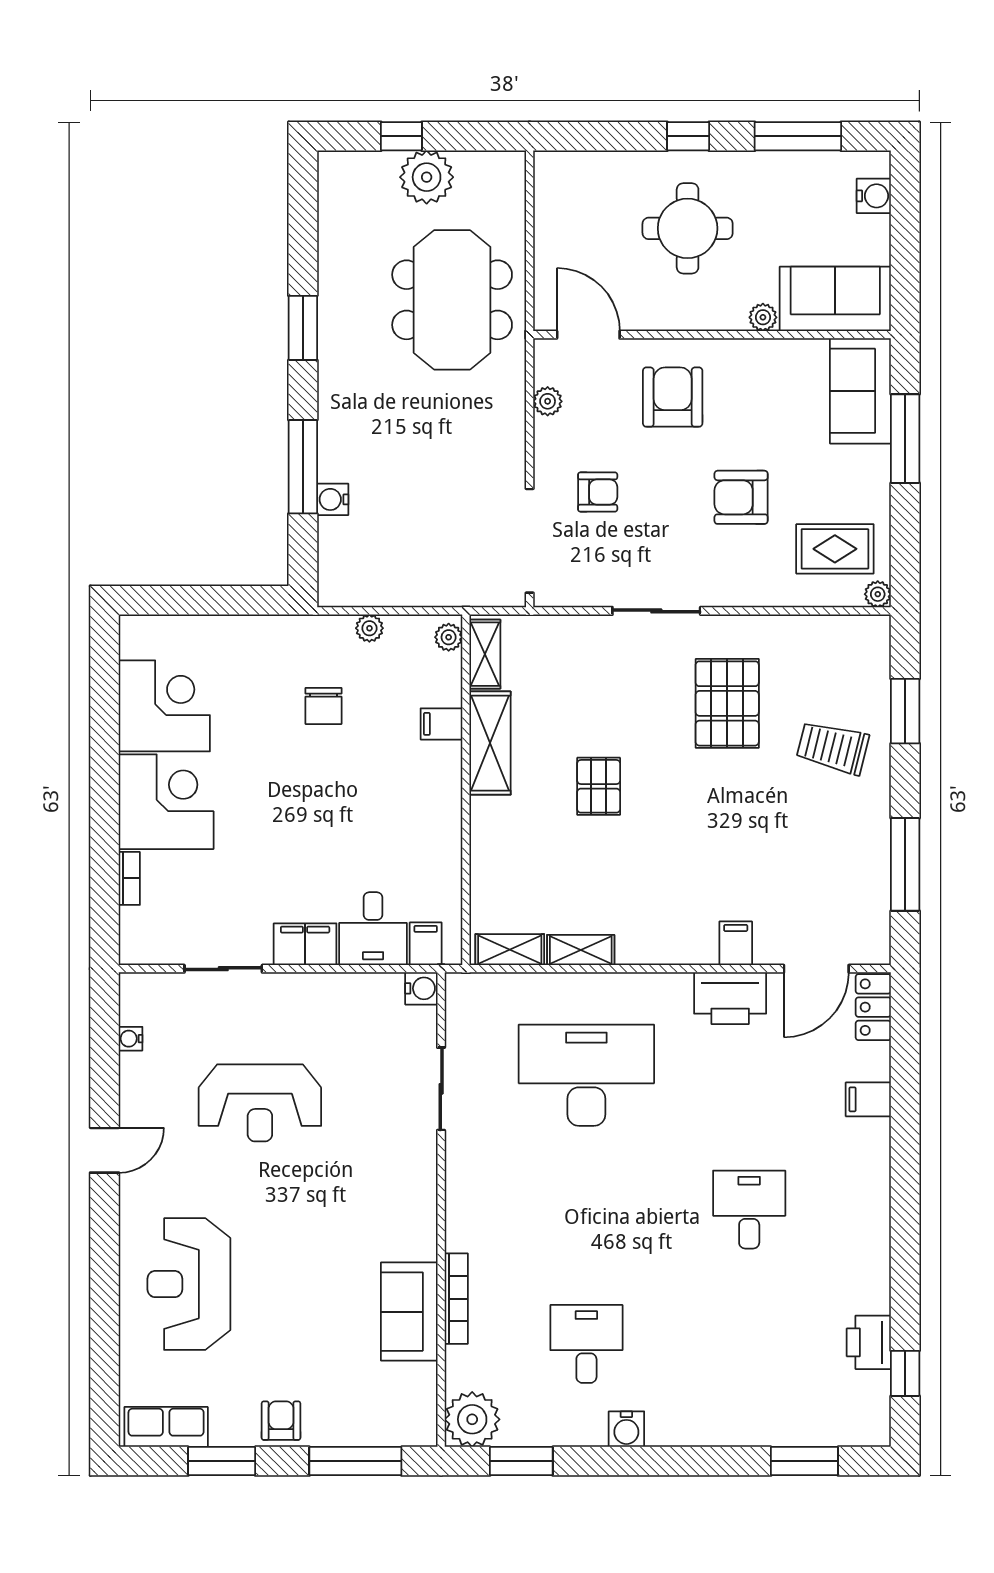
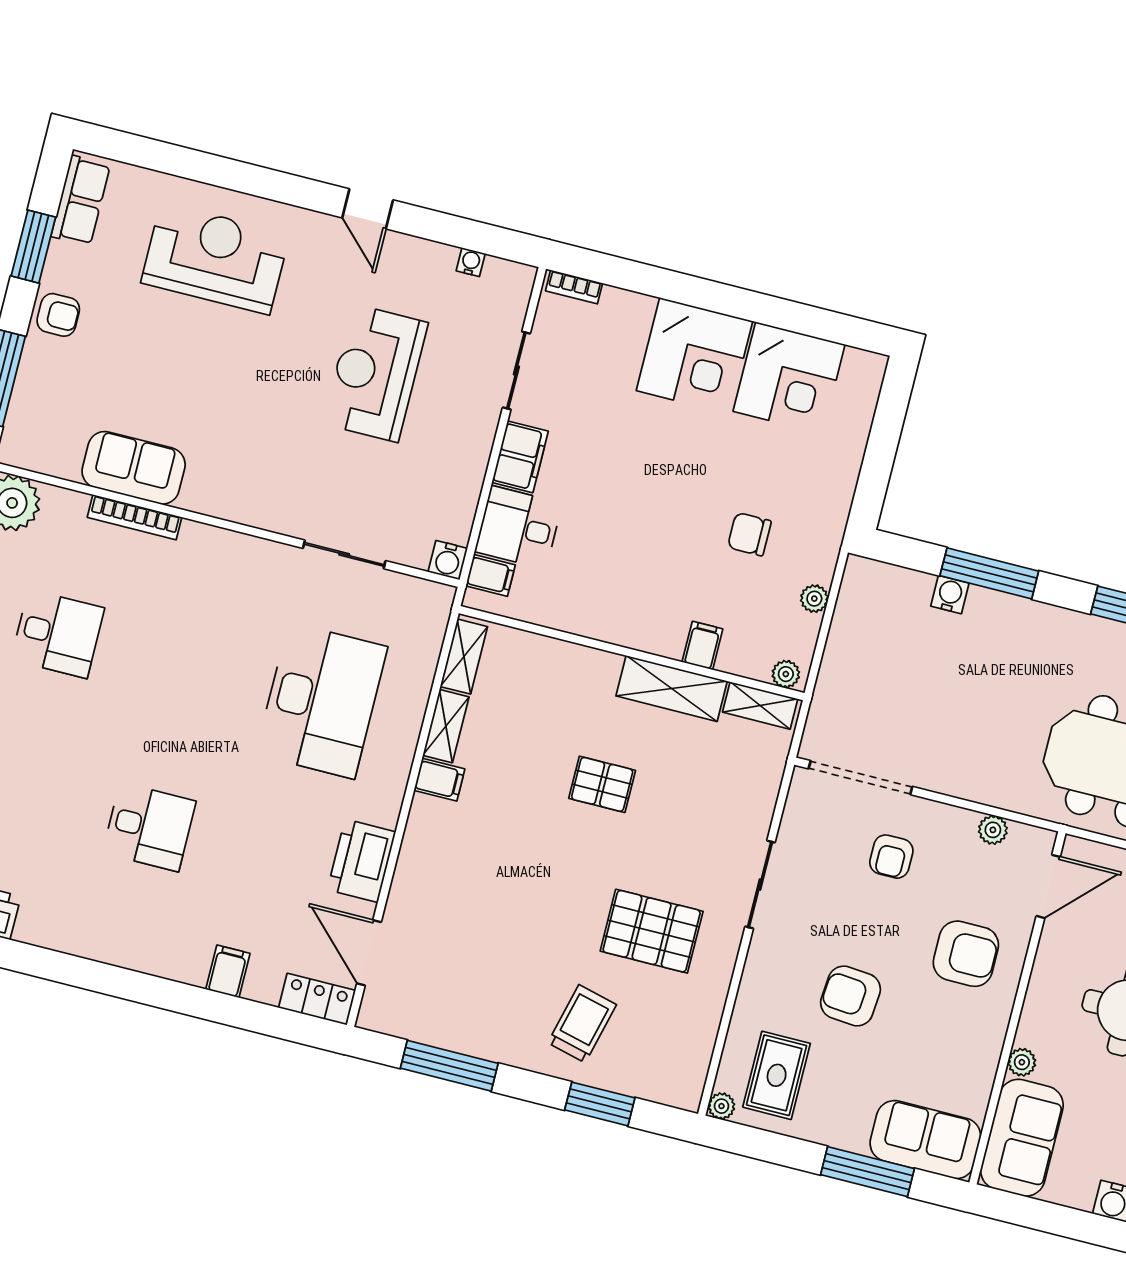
armchair: (741, 497) -> (851, 996), turned -85
bookcase: (129, 878) -> (574, 287), moved
filing cabinet: (736, 943) -> (439, 780), moved

